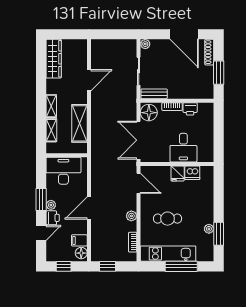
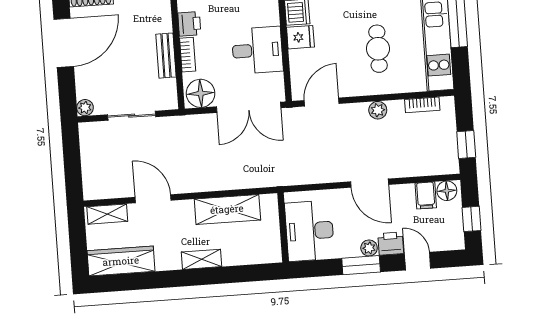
bench: (154, 94) -> (166, 56), moved
shelving: (51, 130) -> (107, 214), moved
desk: (183, 148) -> (257, 50), moved

